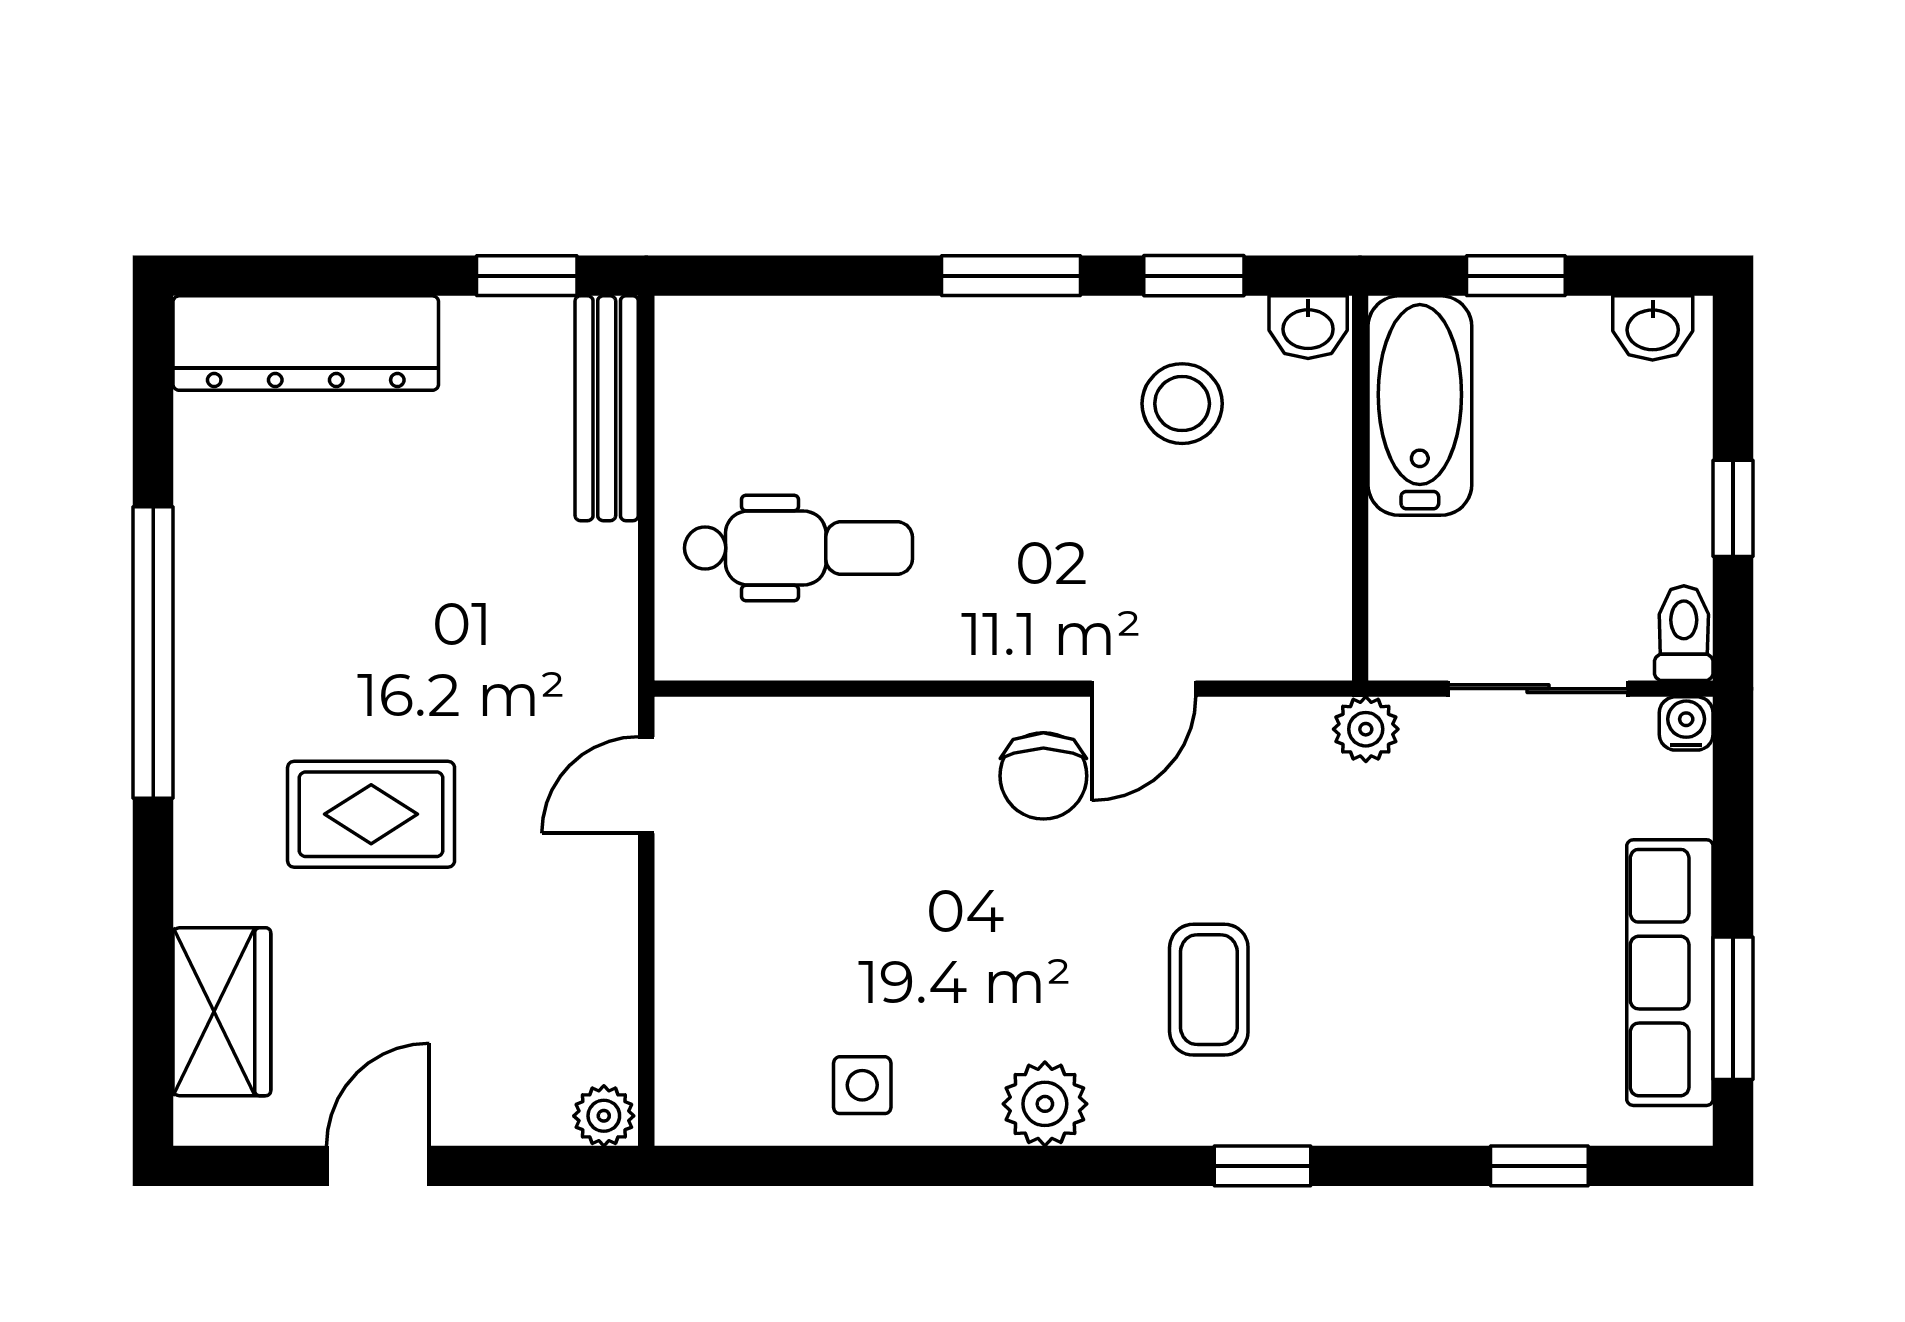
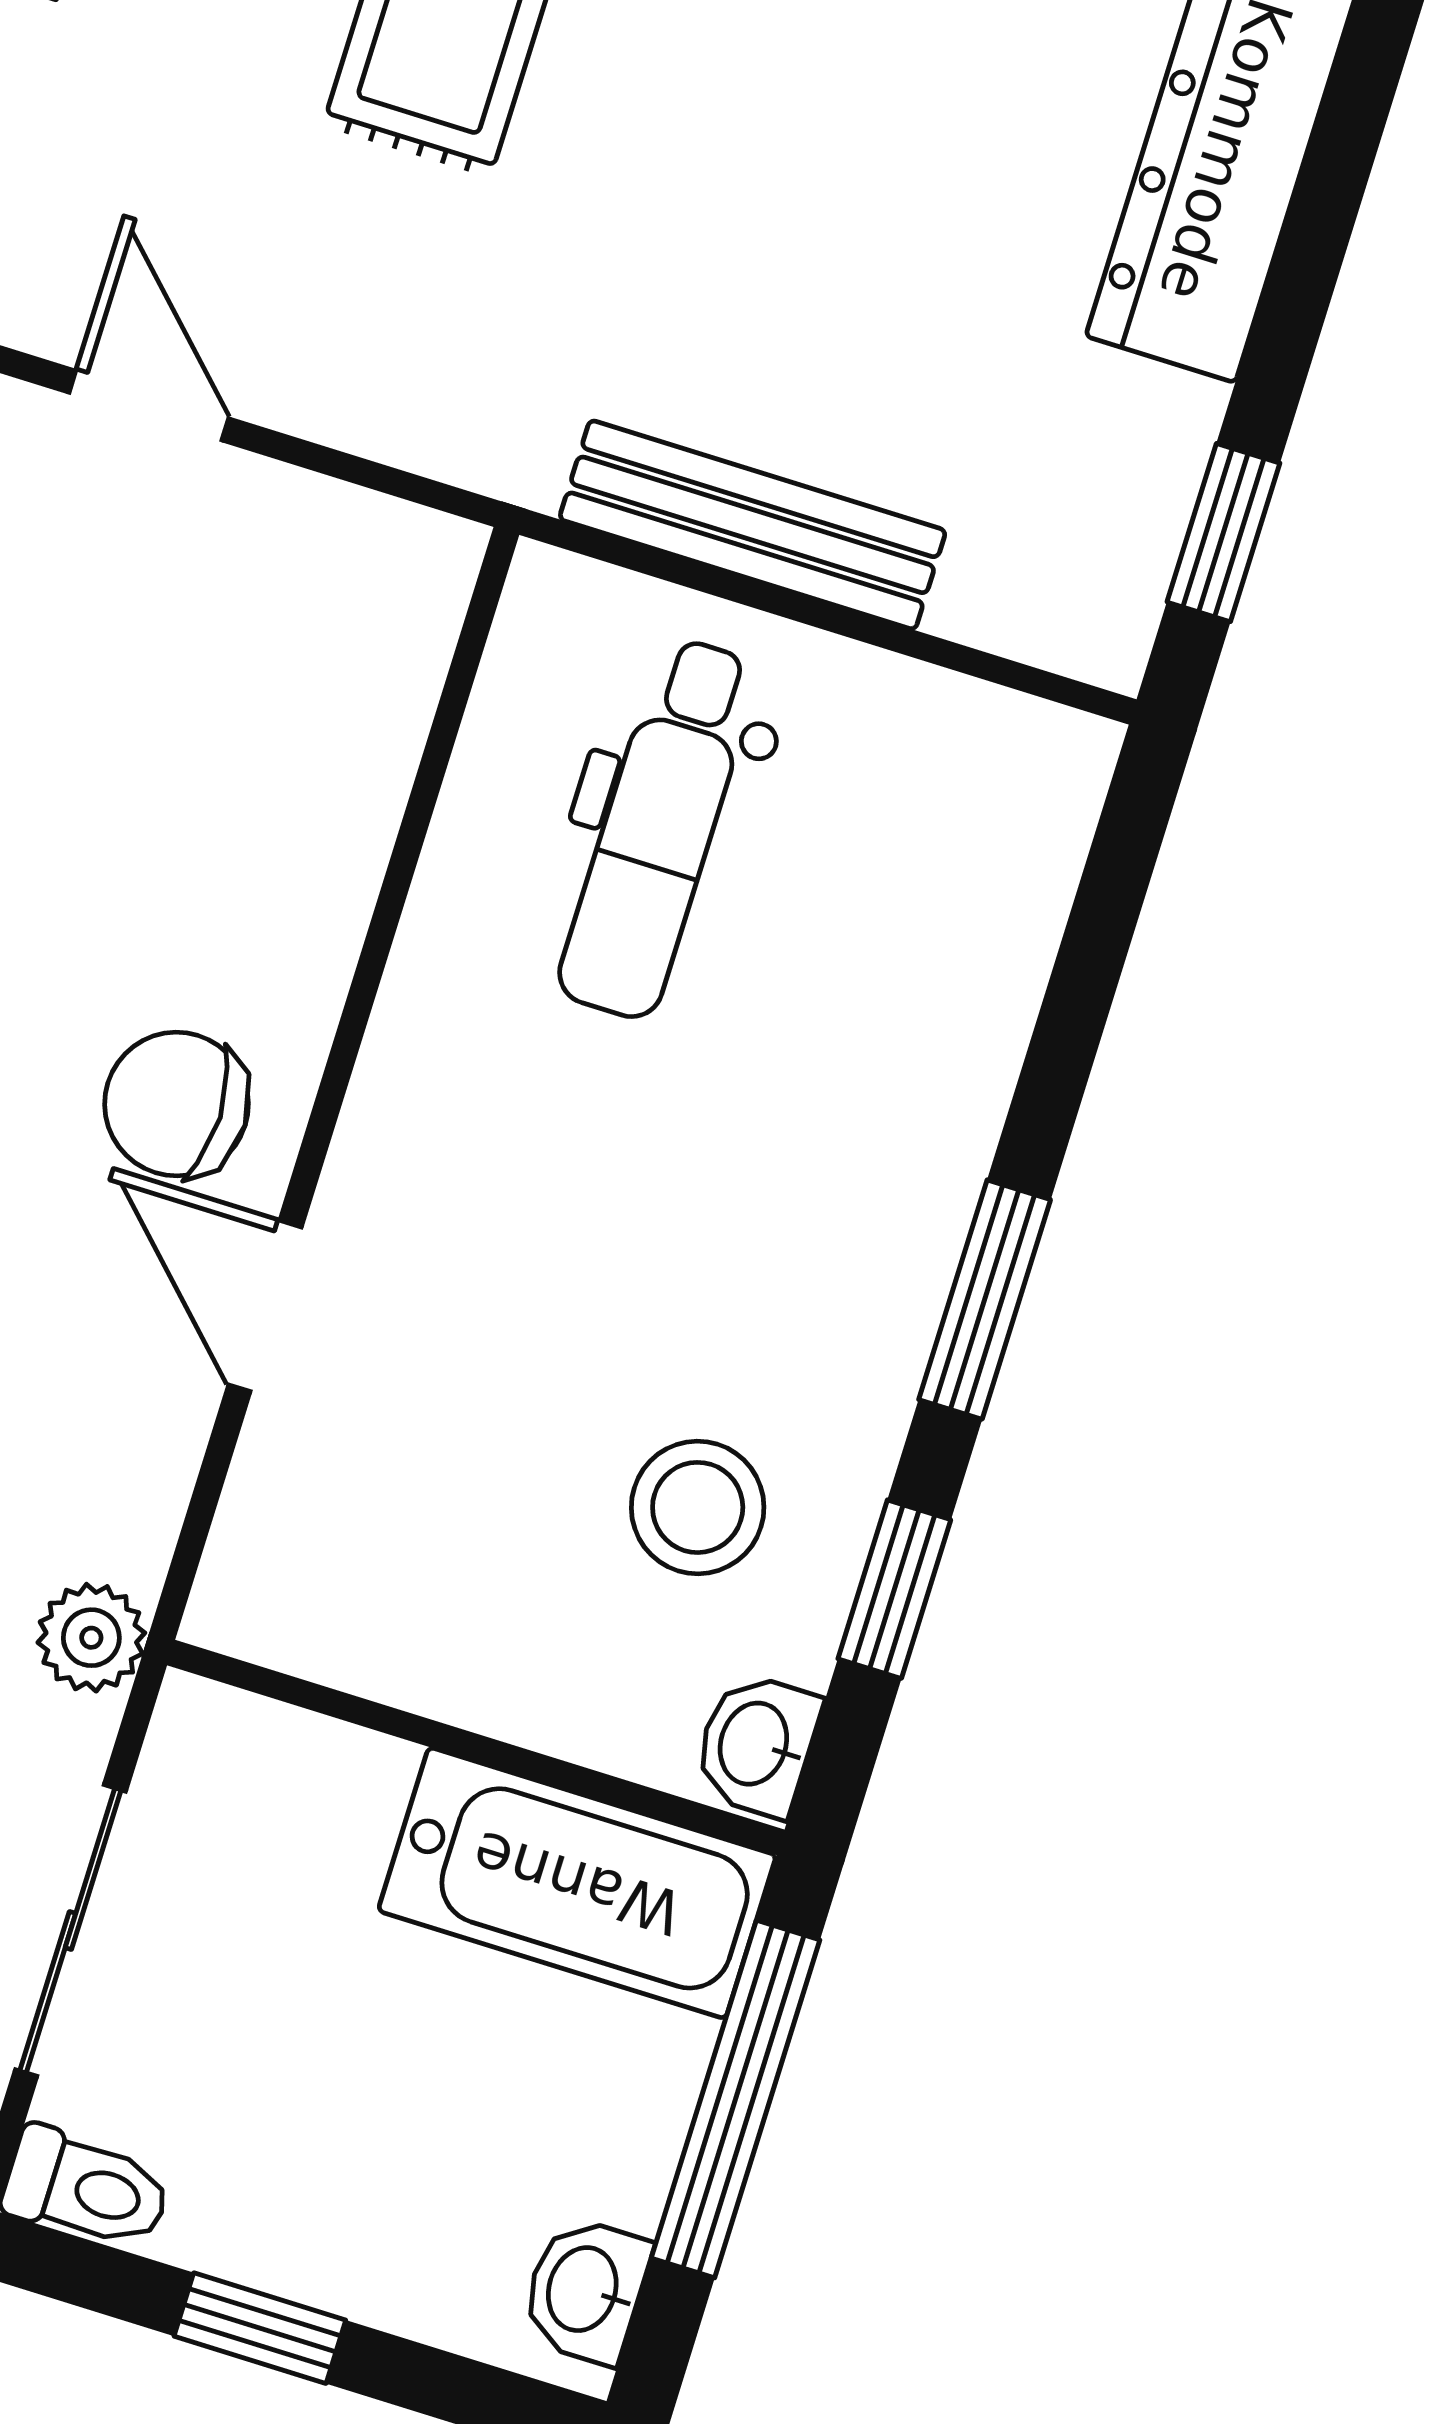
window: (1516, 276) -> (736, 2099), width x2.17
bench: (607, 408) -> (753, 525), moved
door: (646, 785) -> (149, 405), moved

